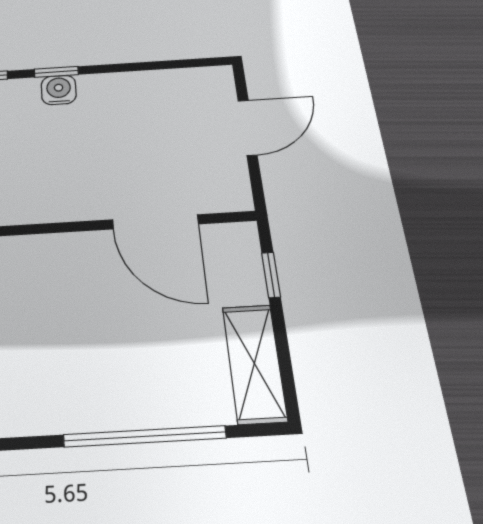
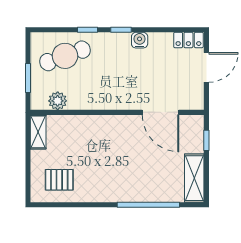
locker: (201, 80) -> (188, 40), added
water cooler: (59, 90) -> (140, 40), moved

